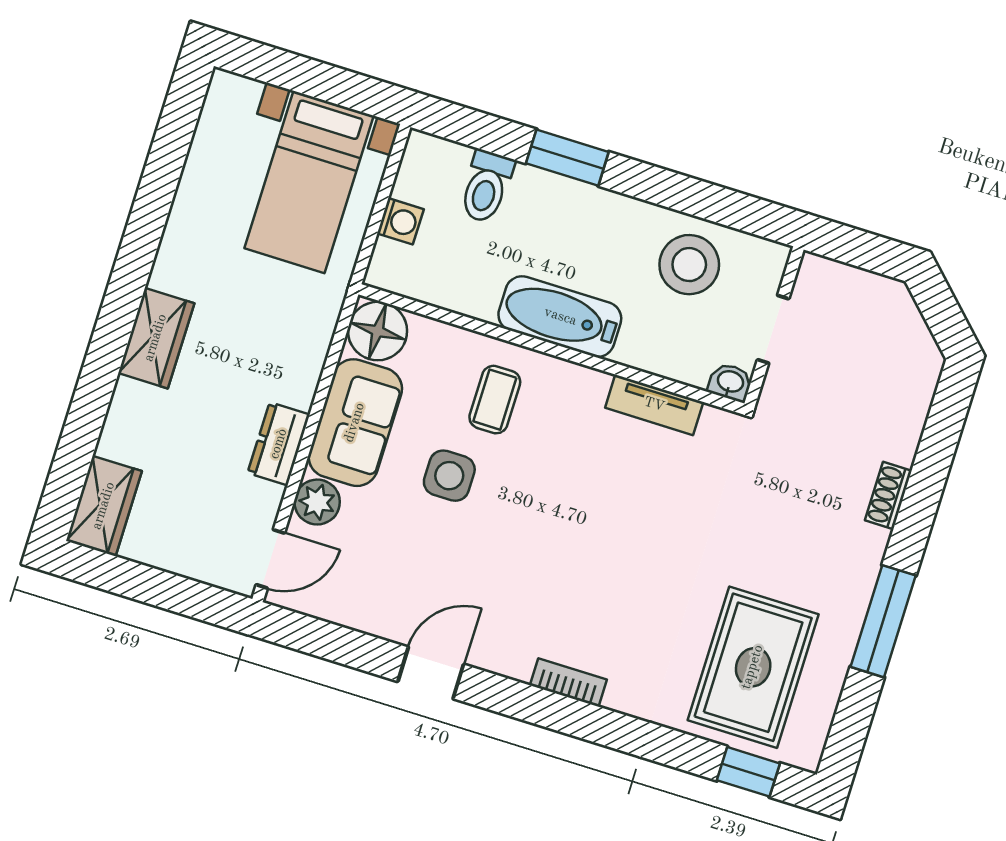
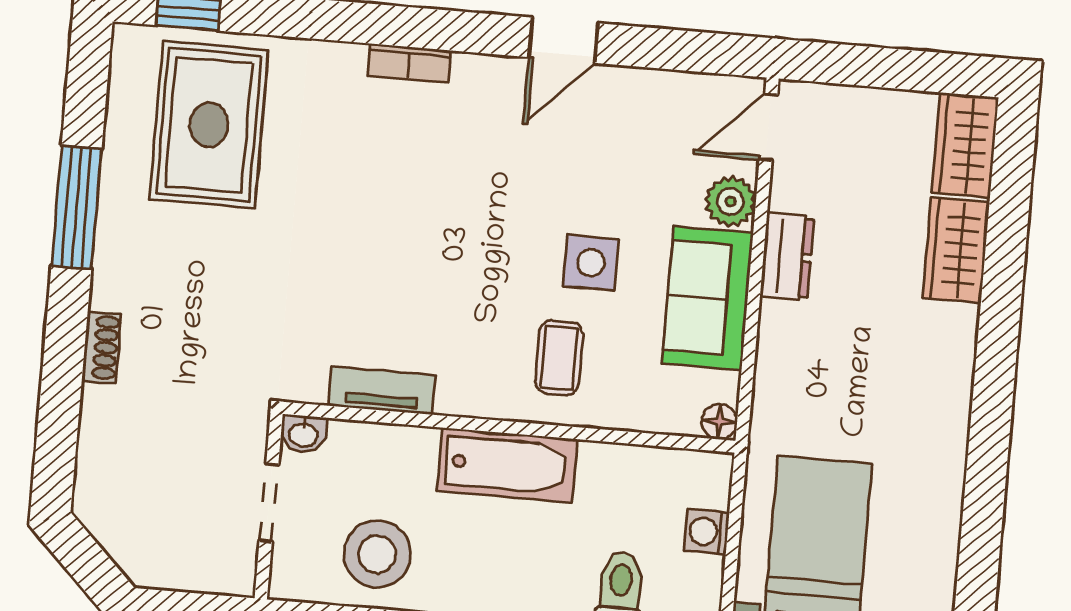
floor lamp: (378, 331) -> (719, 422), width x0.53, depth x0.53
wardrobe: (156, 338) -> (956, 250), moved

